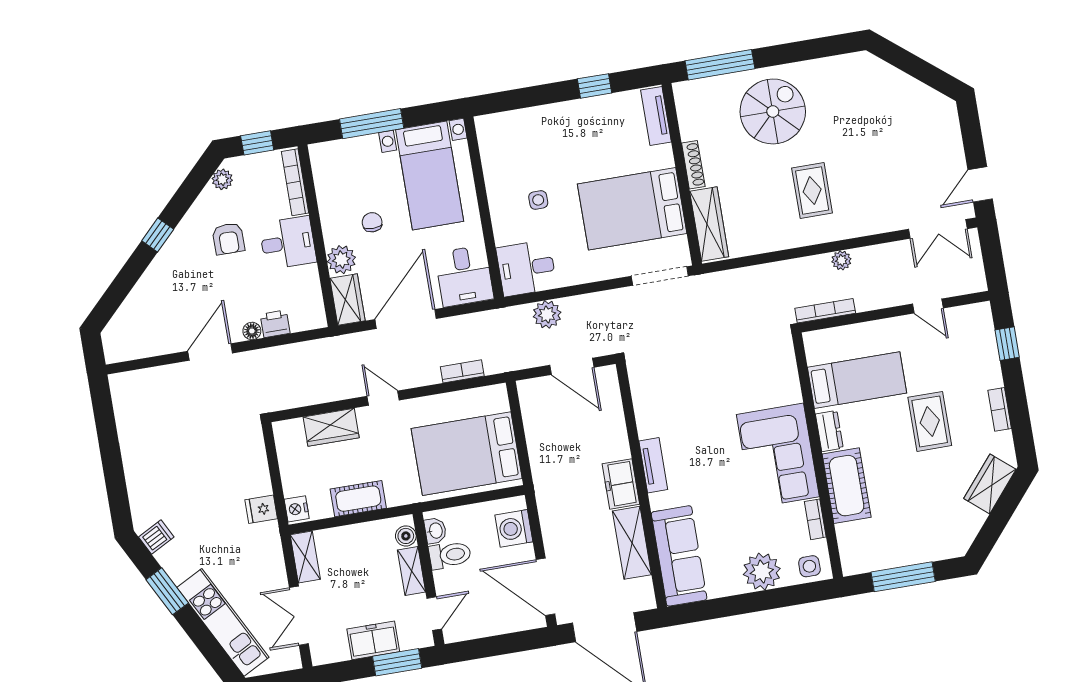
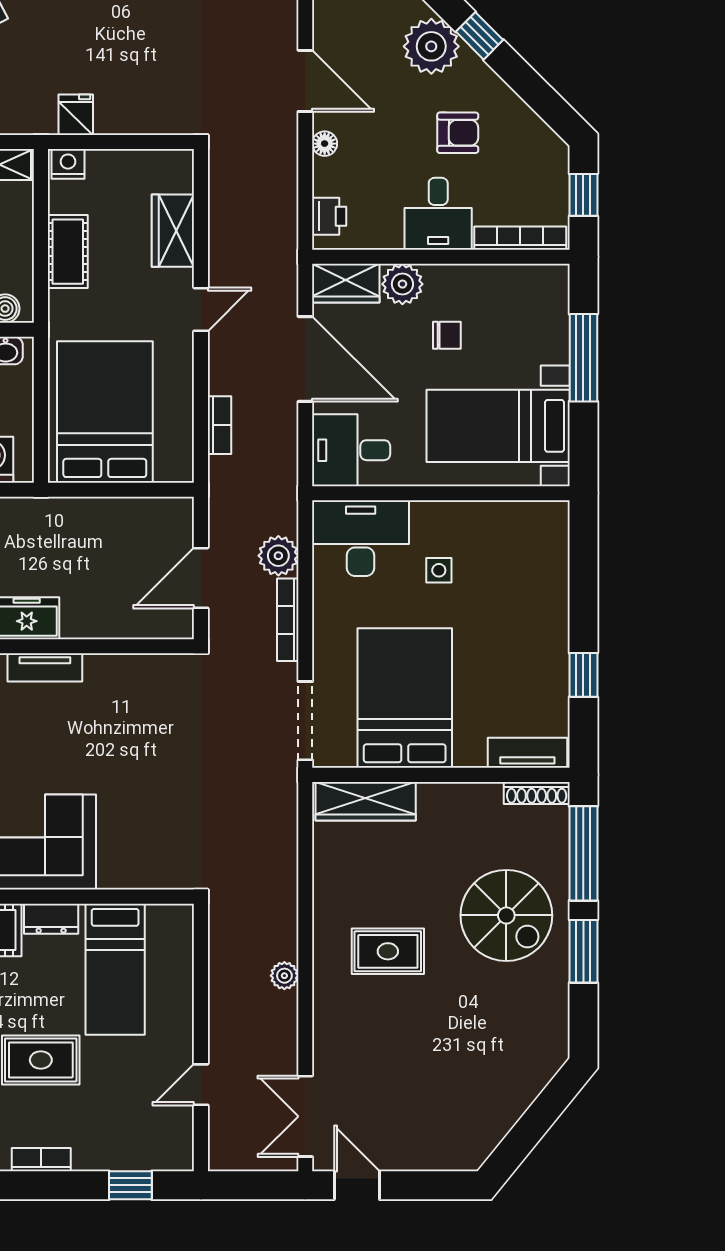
window: (789, 53) -> (583, 951), added
shoe rack: (693, 165) -> (537, 793), moved
plant: (222, 179) -> (431, 46), moved, width x1.87, depth x1.87
armchair: (228, 239) -> (458, 133), turned 180
desk: (527, 268) -> (361, 538), width x1.37
bookcase: (825, 311) -> (288, 620), moved, turned 180
printer: (275, 324) -> (329, 216), moved

